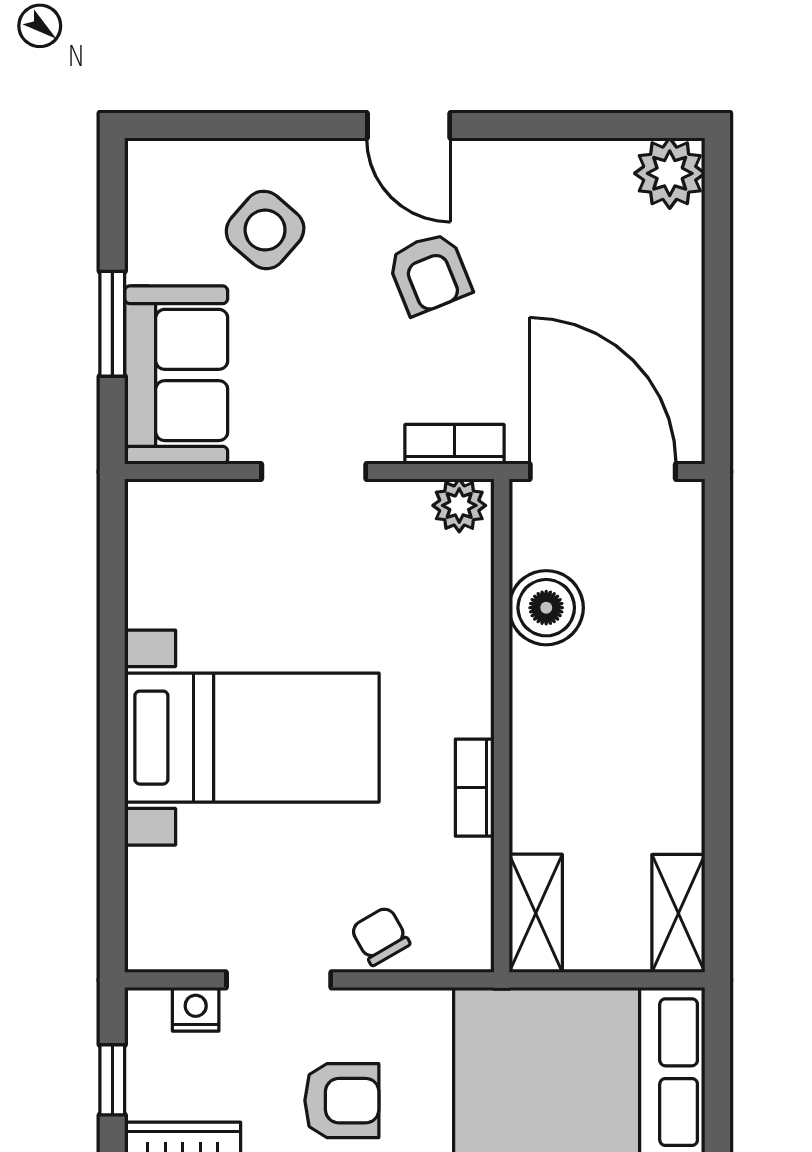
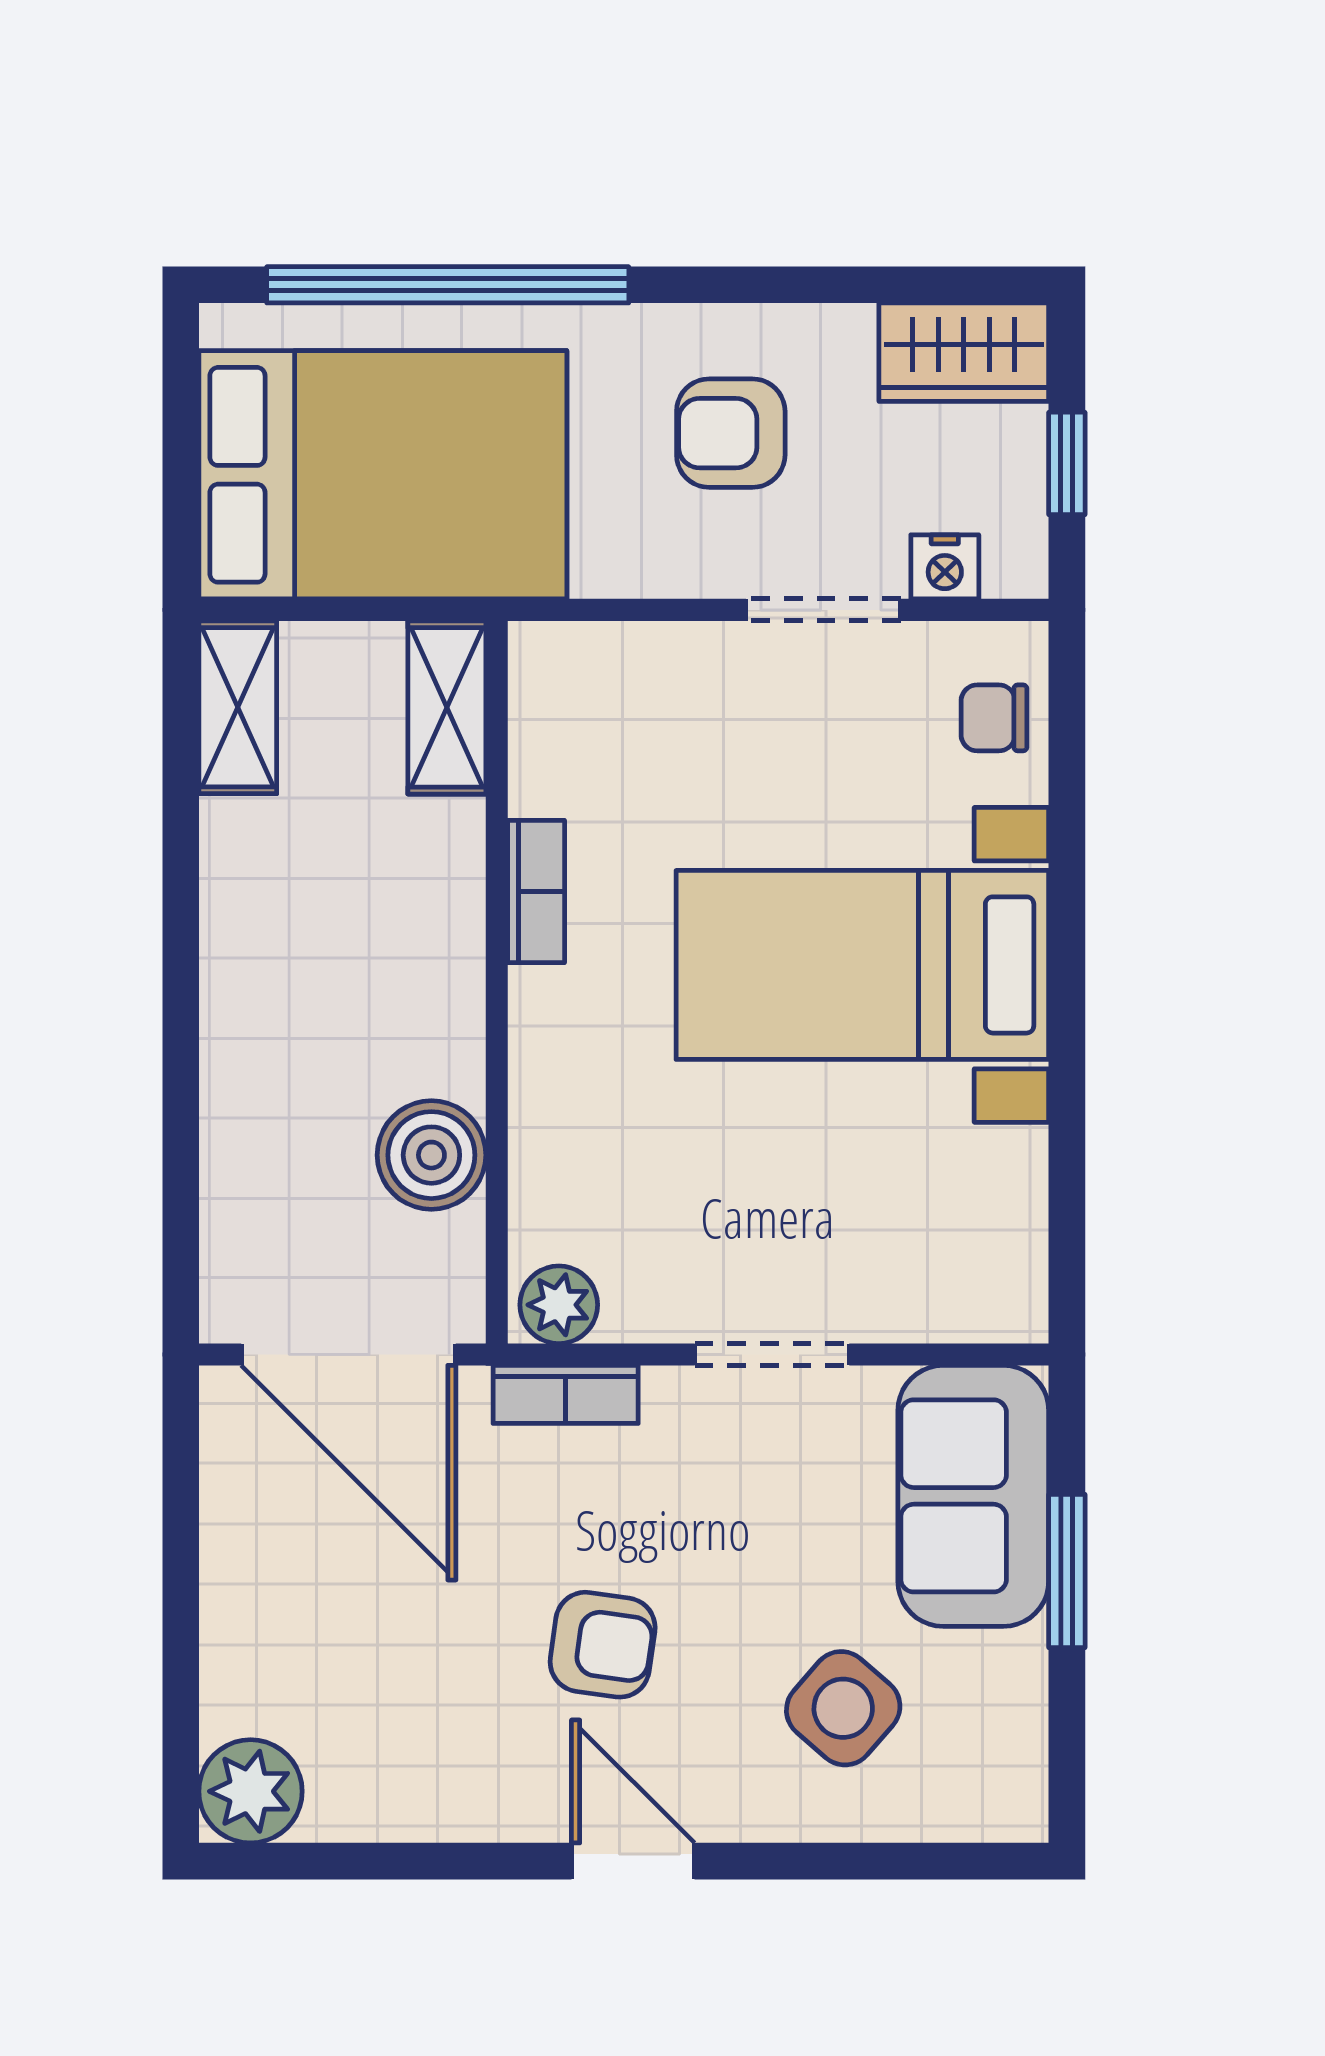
armchair: (429, 273) -> (603, 1645), turned 120
chair: (380, 936) -> (994, 718), moved, turned 120

